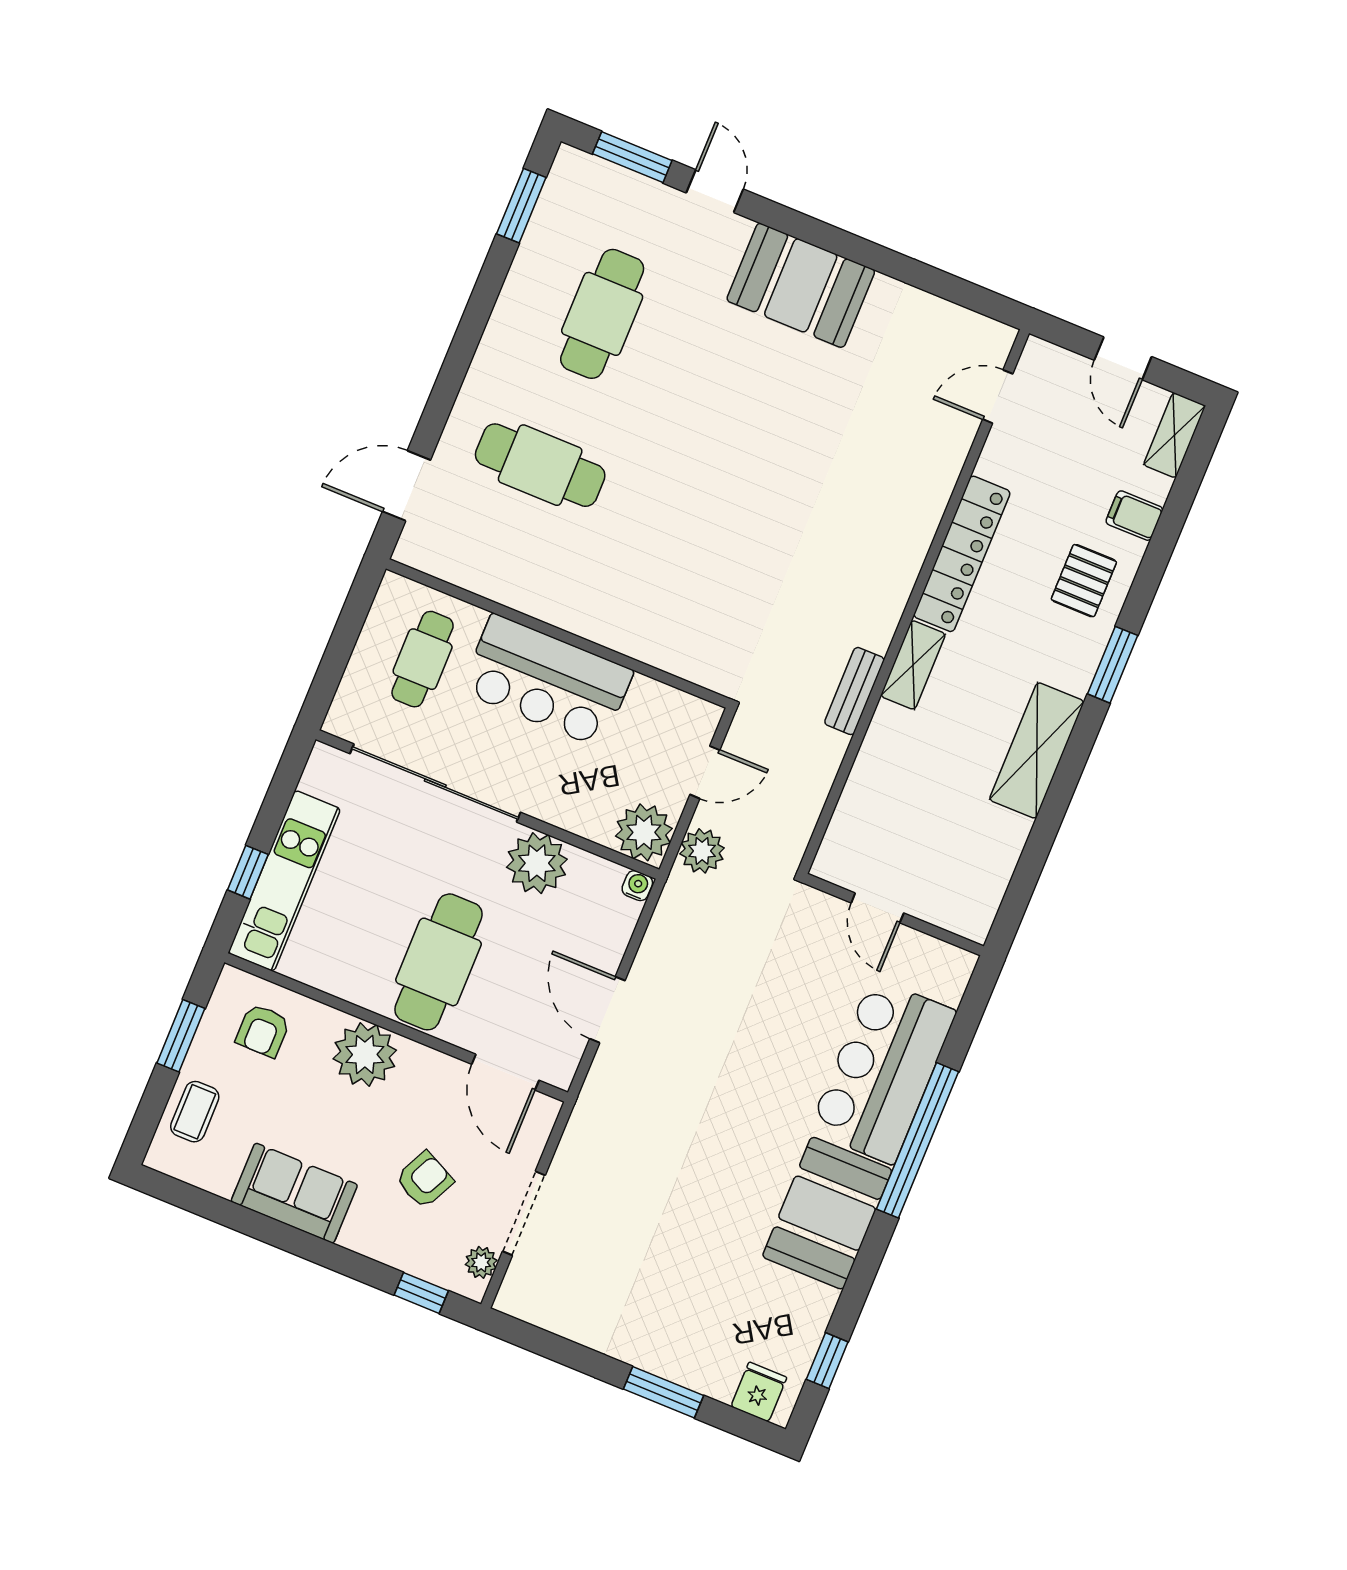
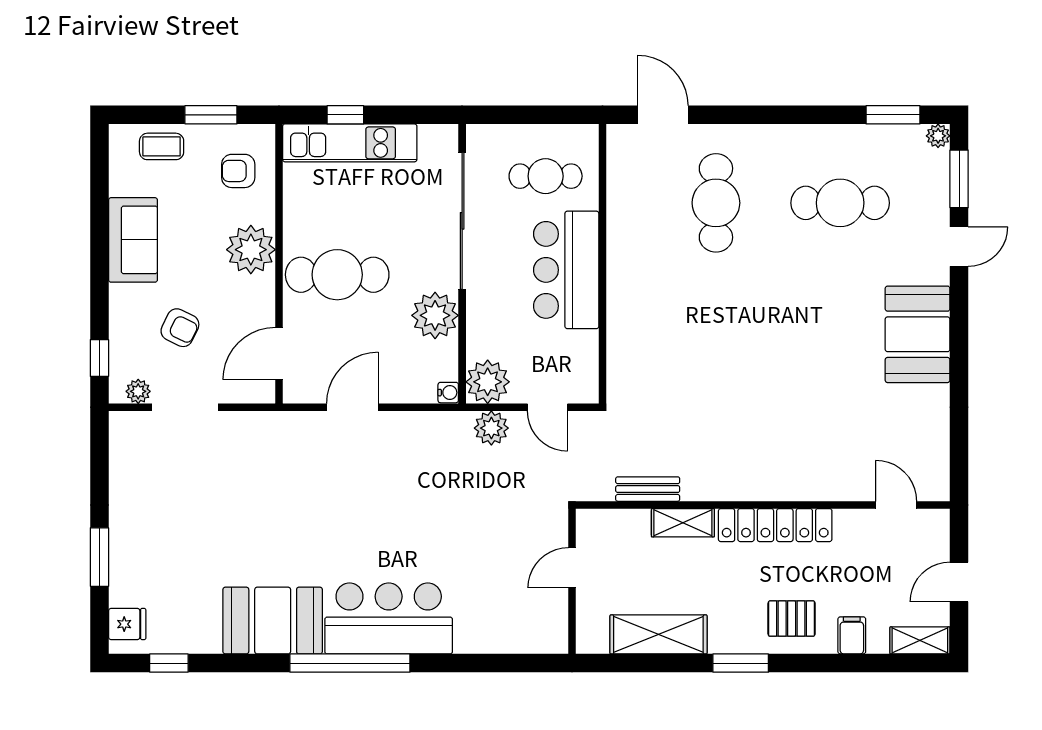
plant: (569, 161) -> (938, 136), added
door: (877, 908) -> (572, 568), moved
wall: (894, 915) -> (572, 581), moved

